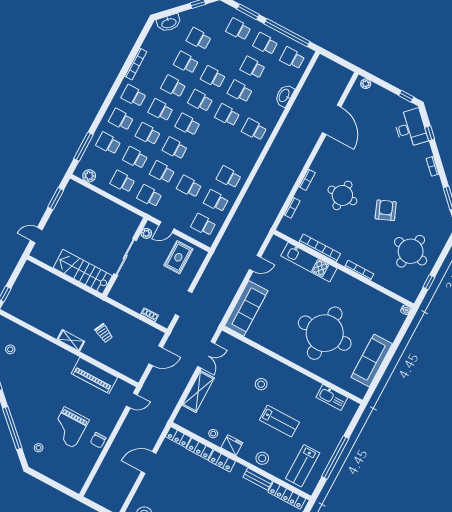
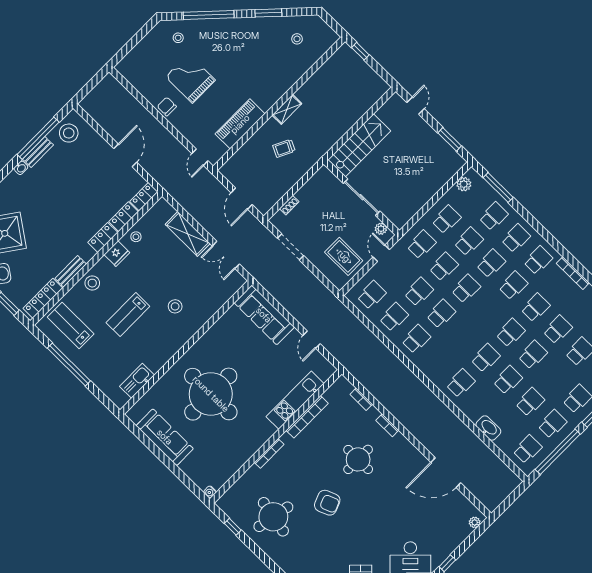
school desk: (188, 125) -> (441, 314), moved

